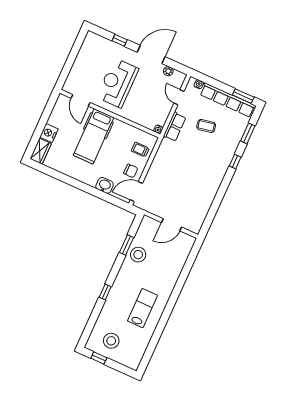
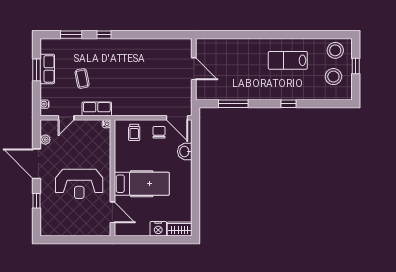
window: (243, 96) -> (37, 70), moved
door: (81, 100) -> (112, 212), hinge flipped
row of seats: (228, 100) -> (47, 69), width x0.50
window: (126, 245) -> (233, 104), width x1.44
stool: (138, 255) -> (335, 50), moved
window: (99, 358) -> (356, 66), moved

